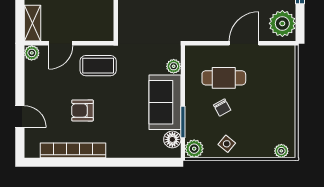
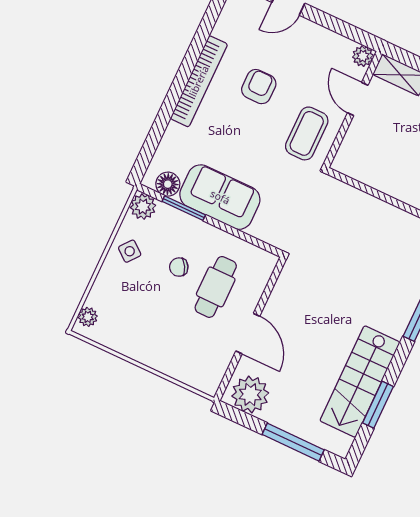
plant: (174, 66) -> (261, 230), removed
bookcase: (73, 150) -> (199, 81), moved

